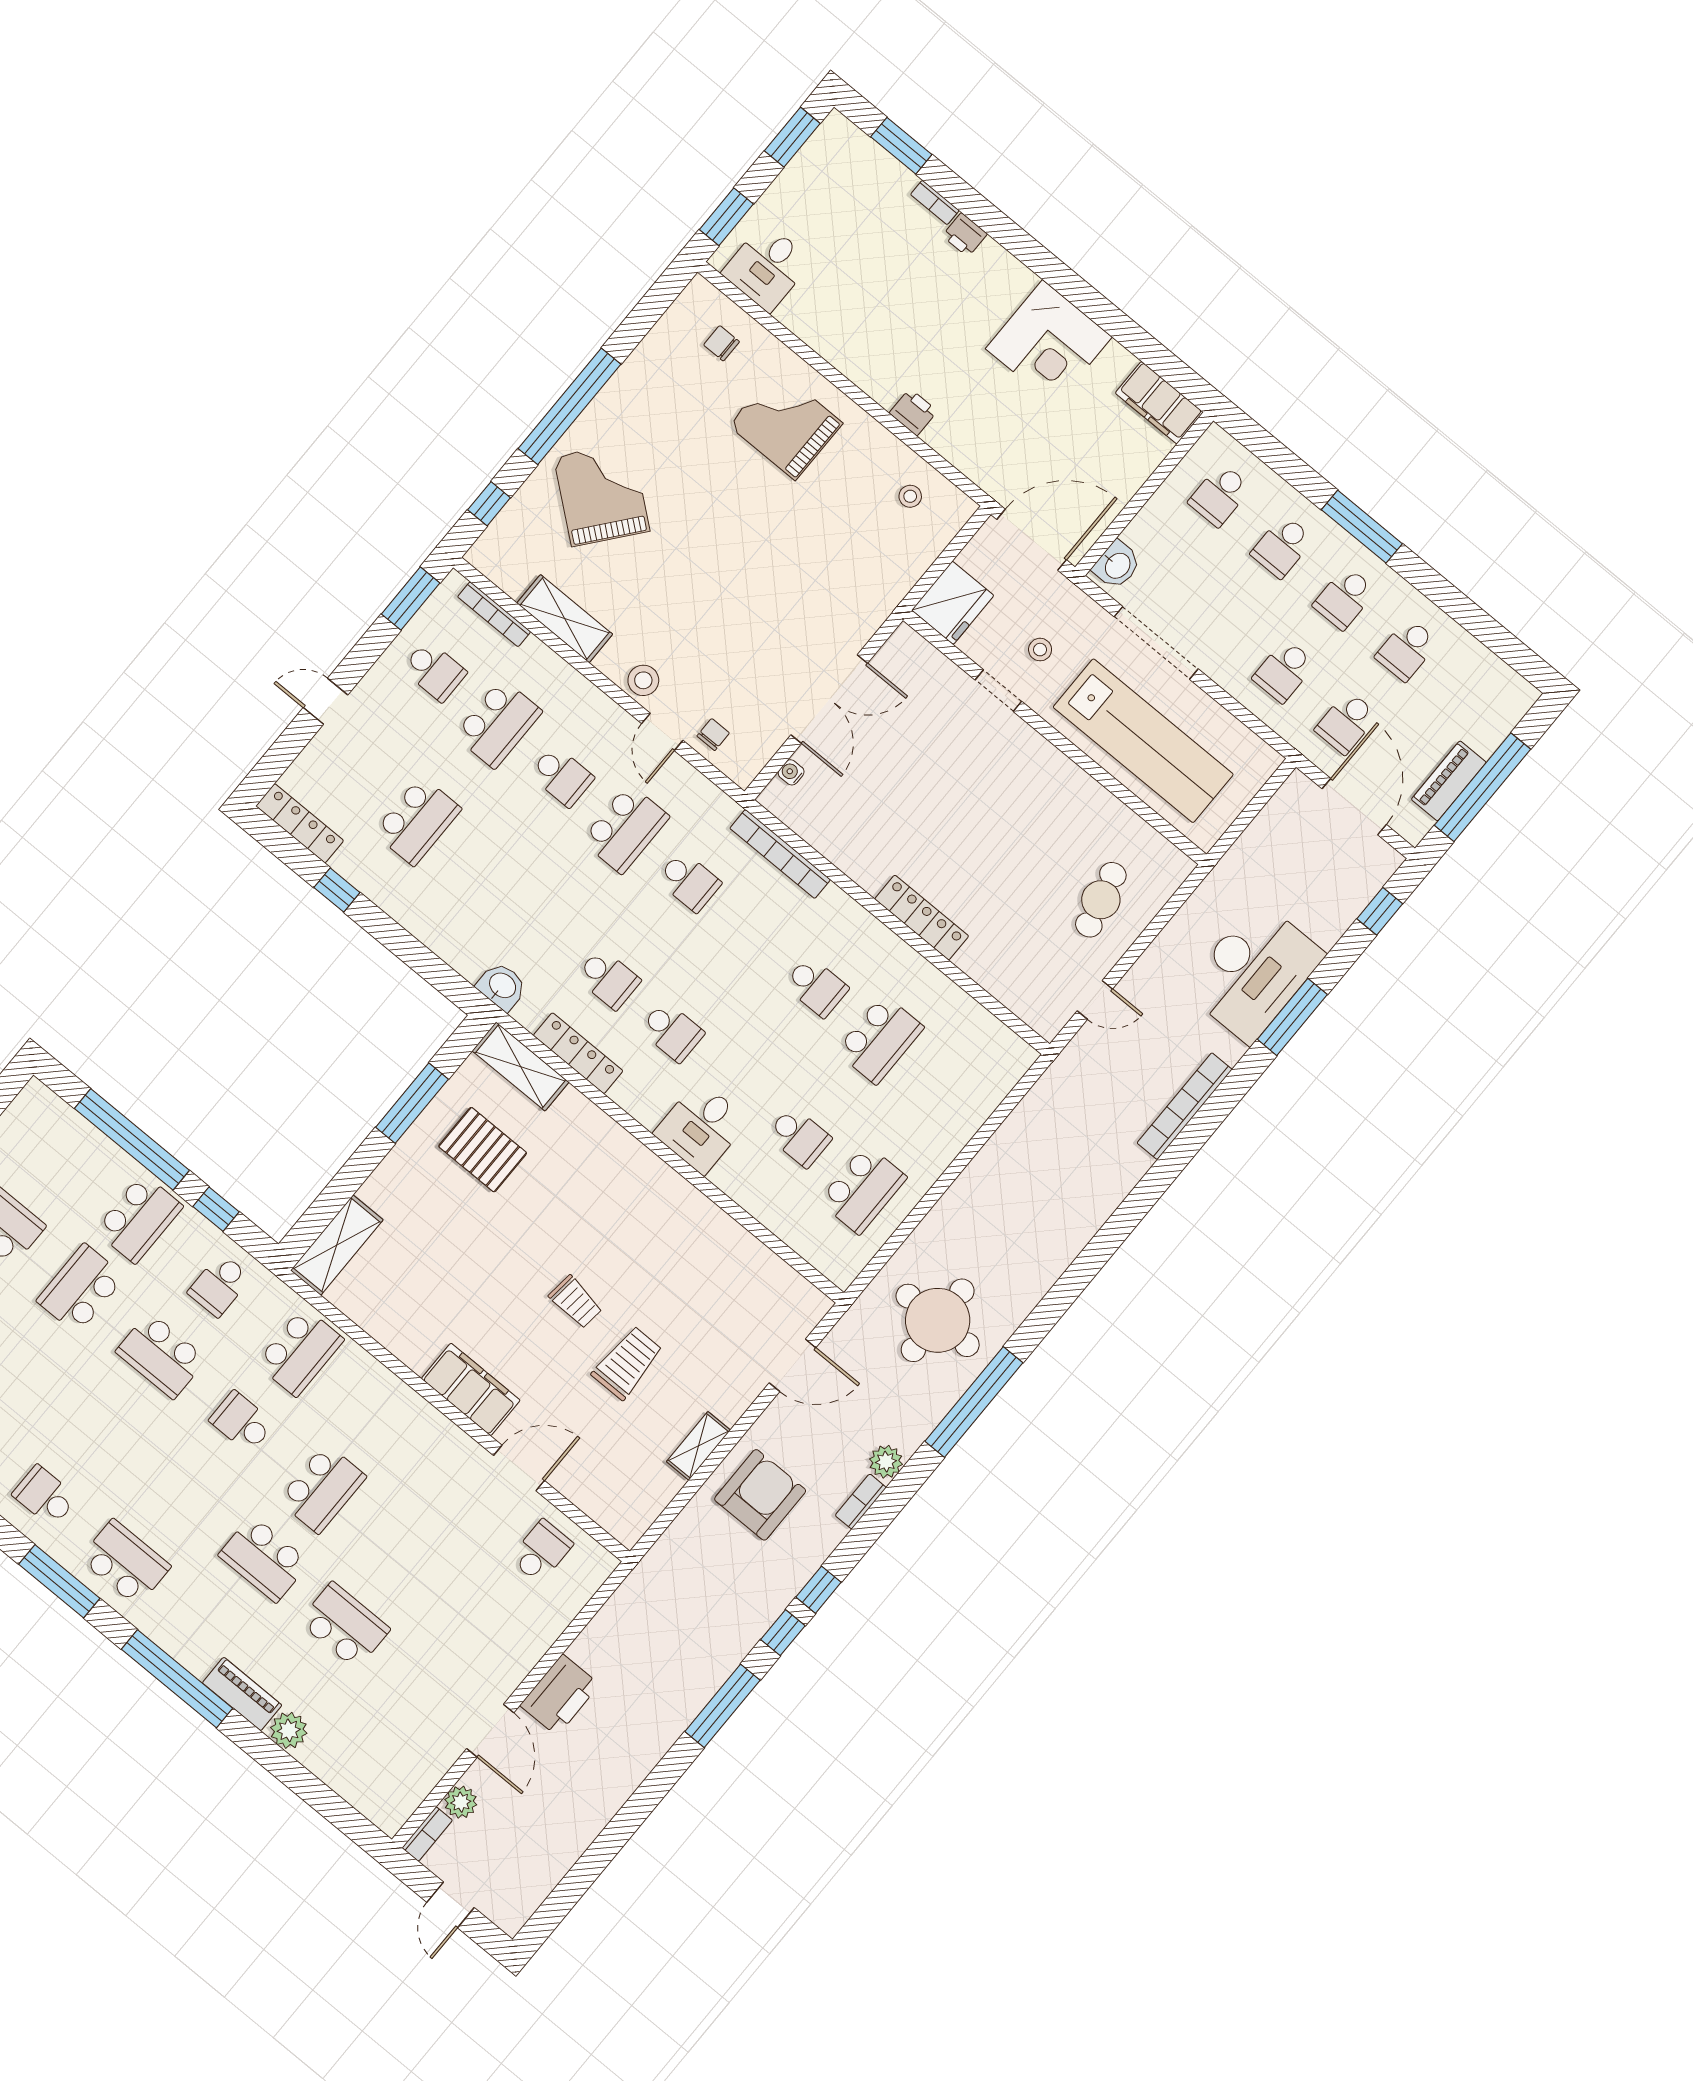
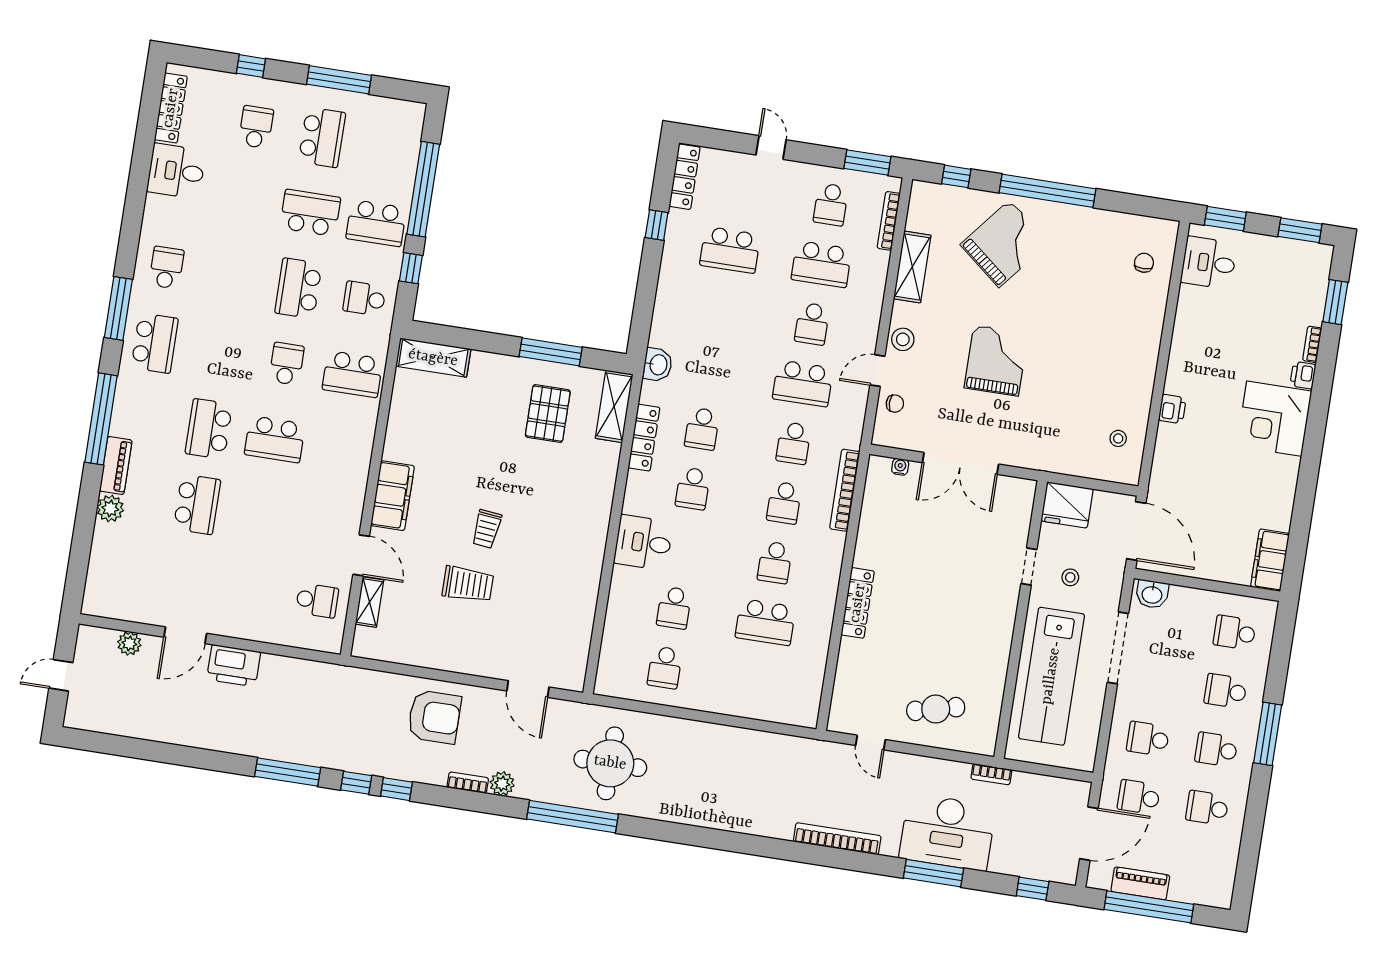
corner desk: (1049, 343) -> (1274, 419), moved
grand piano: (786, 424) -> (996, 361), moved
school desk: (753, 934) -> (784, 503), added
school desk: (863, 1189) -> (665, 667), width x0.54
shelving: (698, 1446) -> (369, 602), moved, turned 90
bookcase: (427, 1834) -> (991, 774), moved

